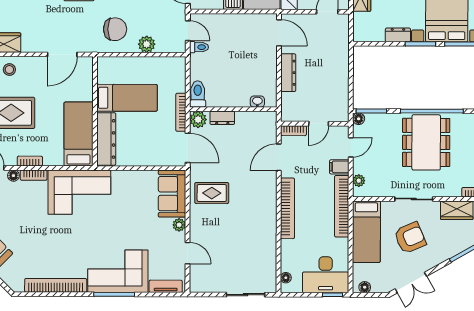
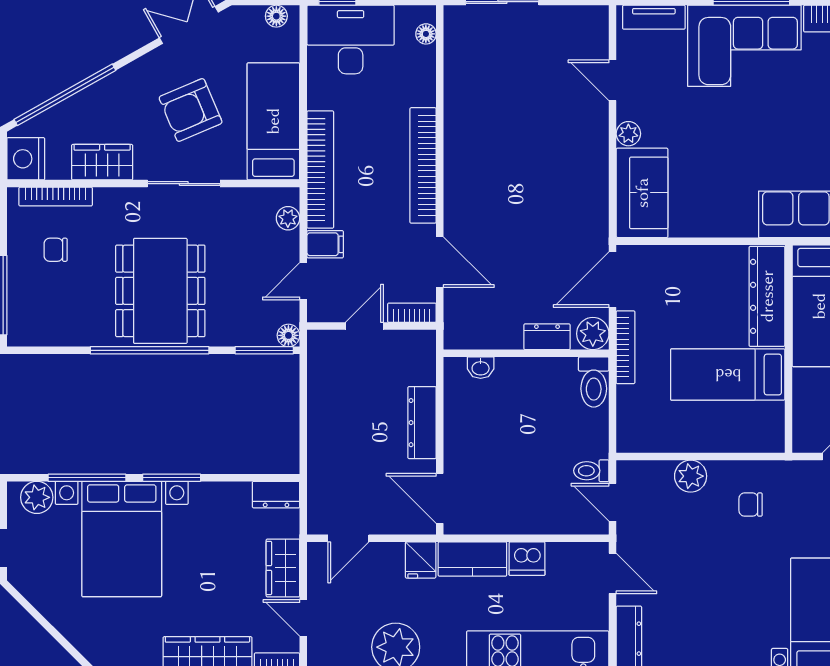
chair: (115, 29) -> (751, 505), width x0.54, depth x0.54
dresser: (398, 35) -> (276, 495), moved
door: (188, 148) -> (613, 280), hinge flipped
door: (279, 157) -> (440, 262), hinge flipped
rug: (212, 193) -> (567, 194), removed

